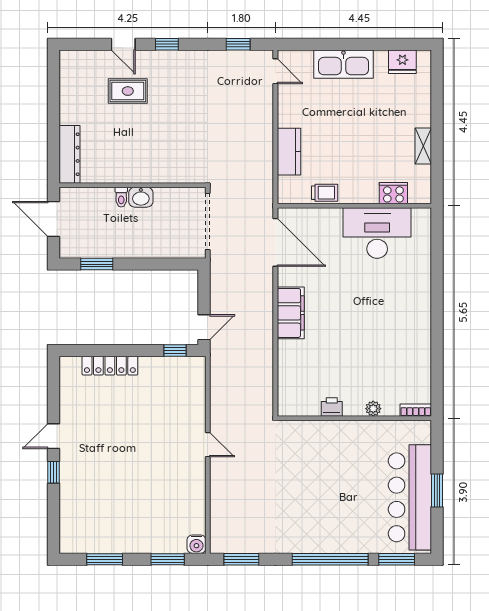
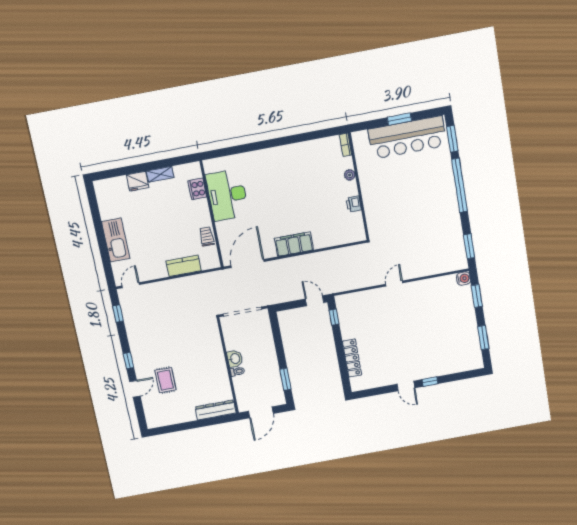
fridge: (402, 62) -> (138, 181), moved, turned 90

